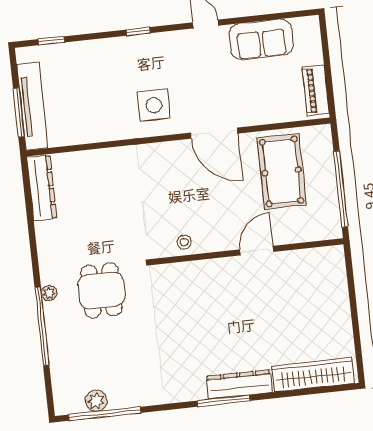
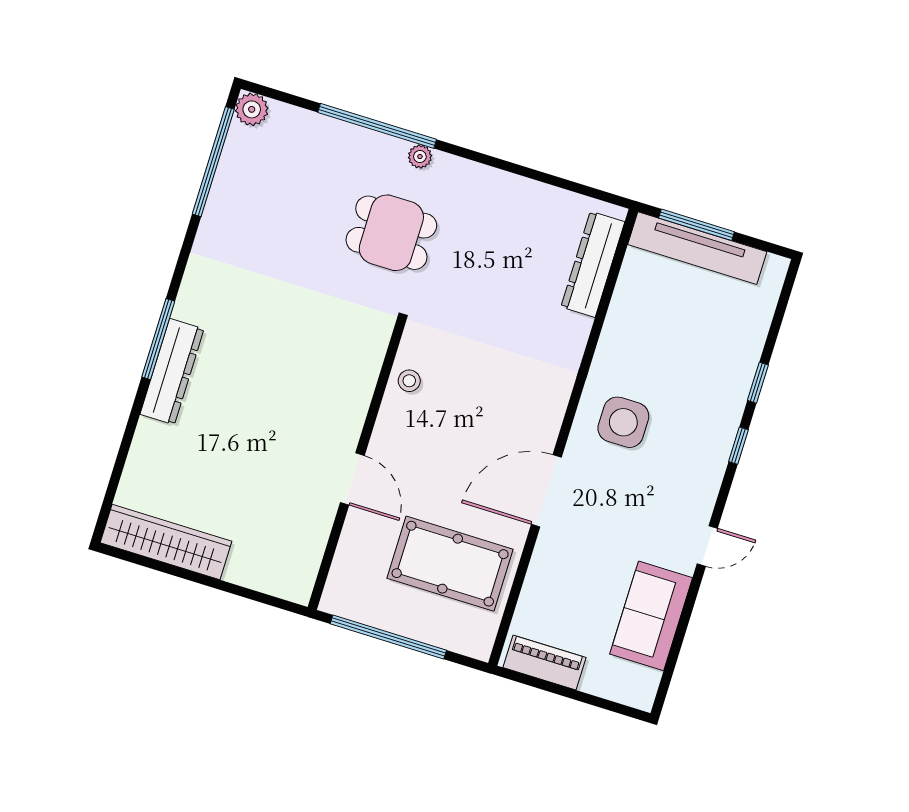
window: (51, 41) -> (758, 383), moved
dresser: (42, 188) -> (593, 264), moved, turned 90
wardrobe: (313, 375) -> (166, 542), moved, turned -90
plant: (96, 401) -> (252, 109), moved

